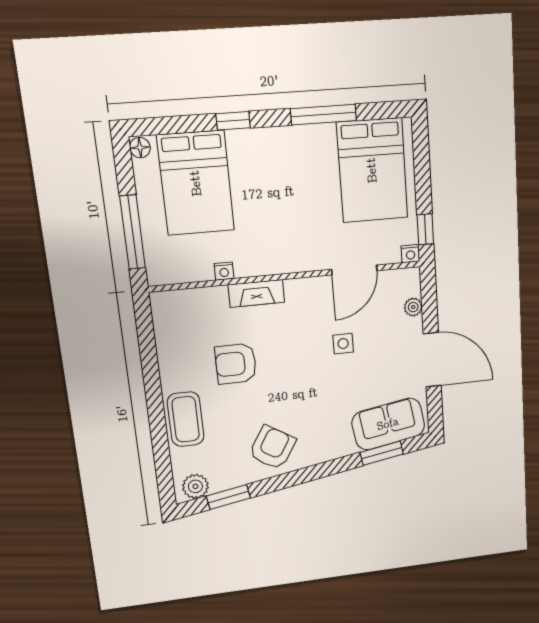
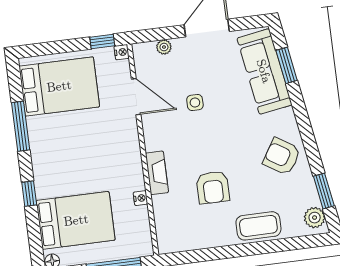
sofa: (388, 424) -> (264, 71), width x1.36

